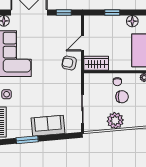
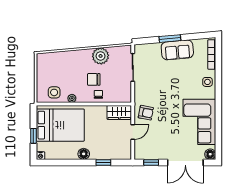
sofa: (48, 126) -> (177, 50), moved
window: (27, 140) -> (170, 39), moved

